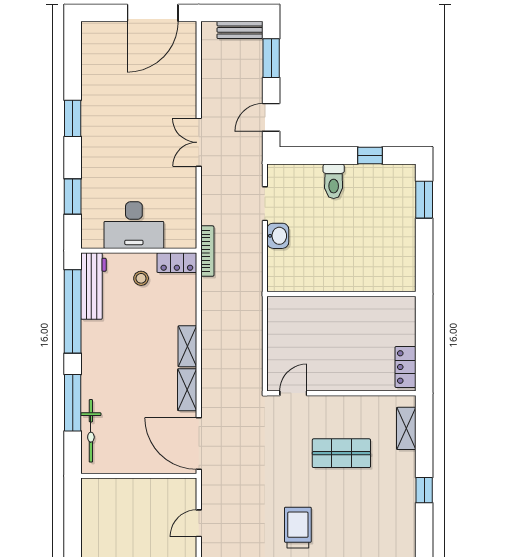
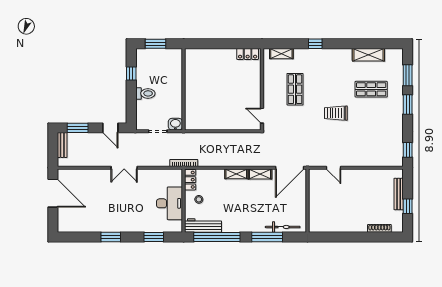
wall: (341, 294) -> (184, 89), moved

